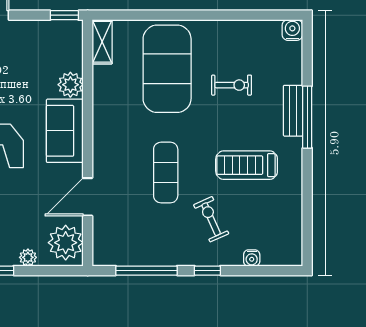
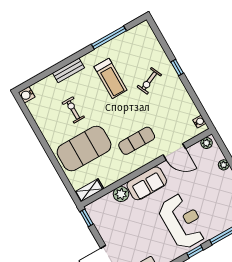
window: (307, 117) -> (109, 38), moved
exercise mat: (166, 173) -> (137, 141), moved
plant: (66, 243) -> (207, 143), width x0.53, depth x0.53
water cooler: (252, 258) -> (199, 122), moved
window: (146, 271) -> (195, 99), removed

